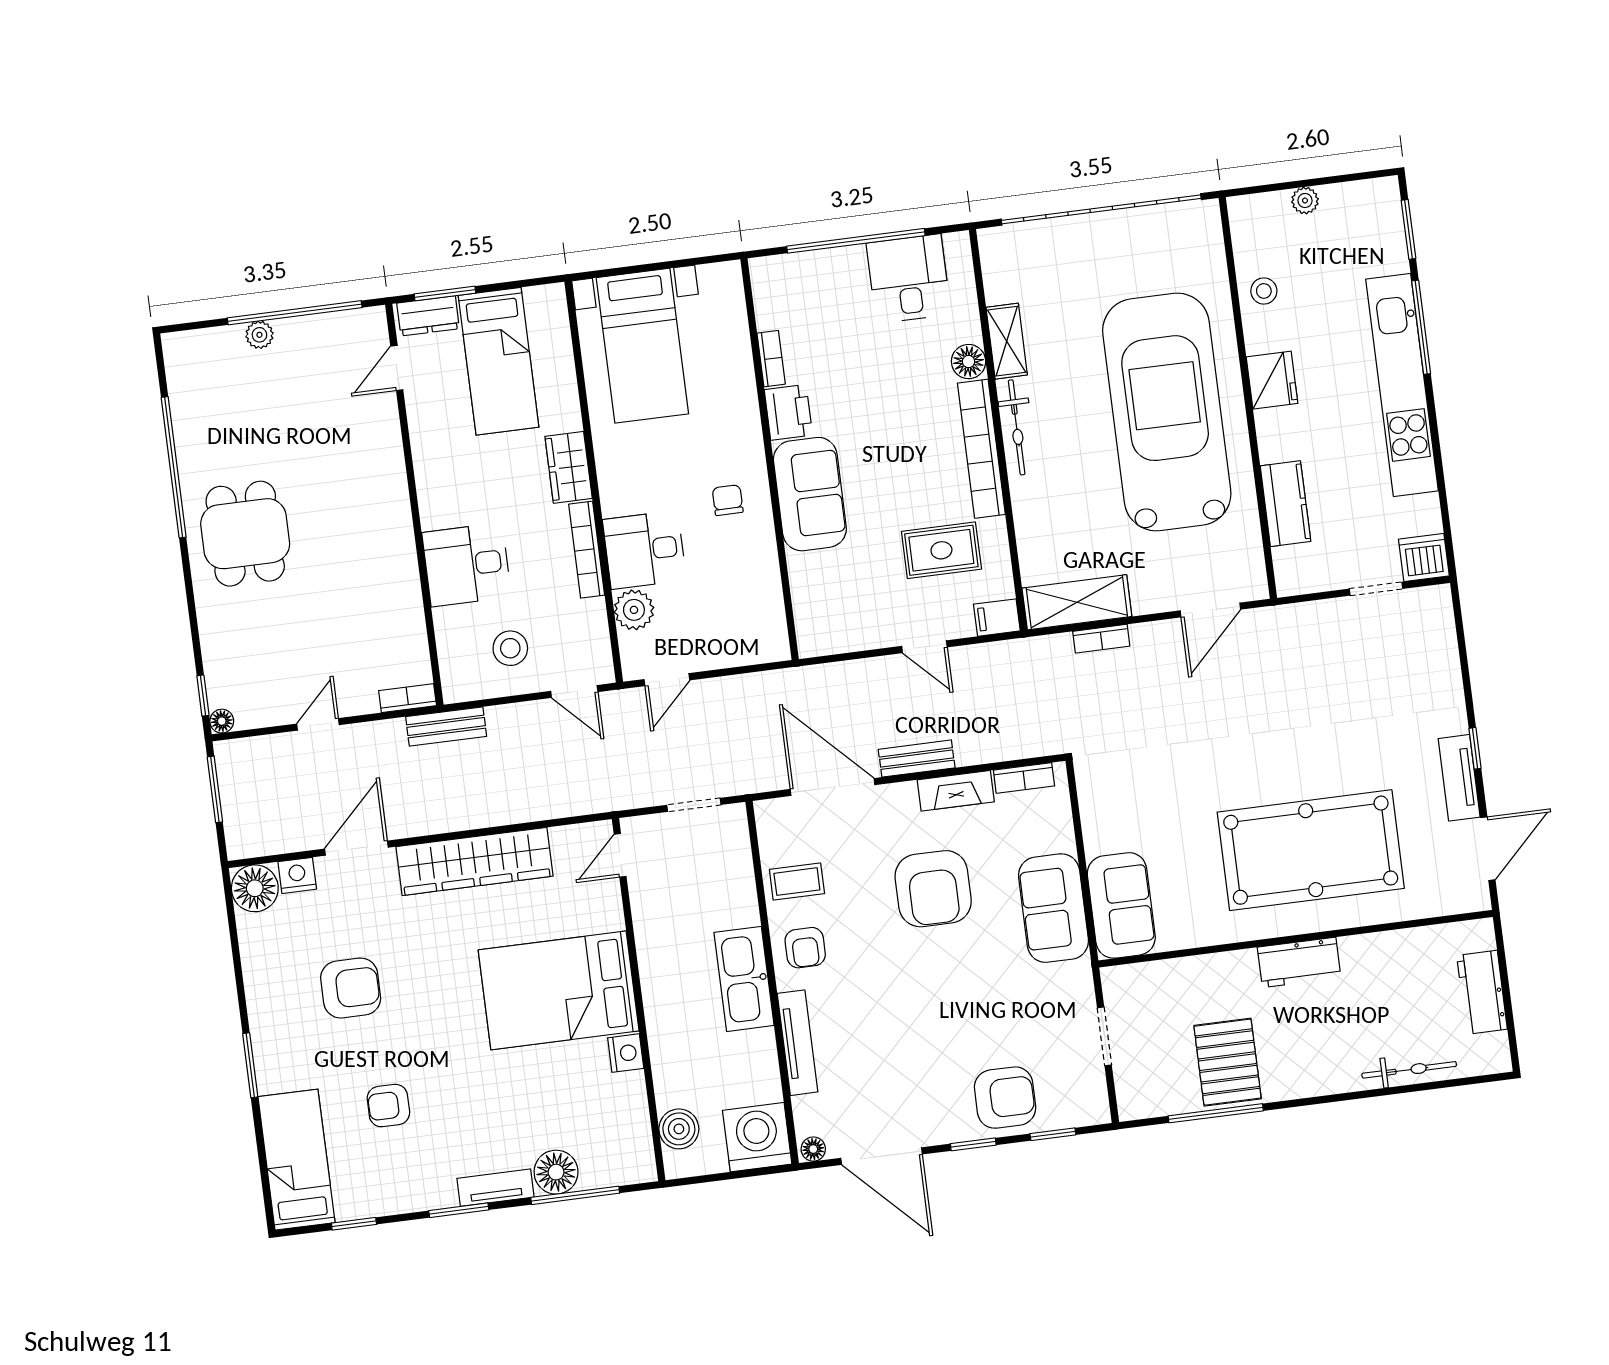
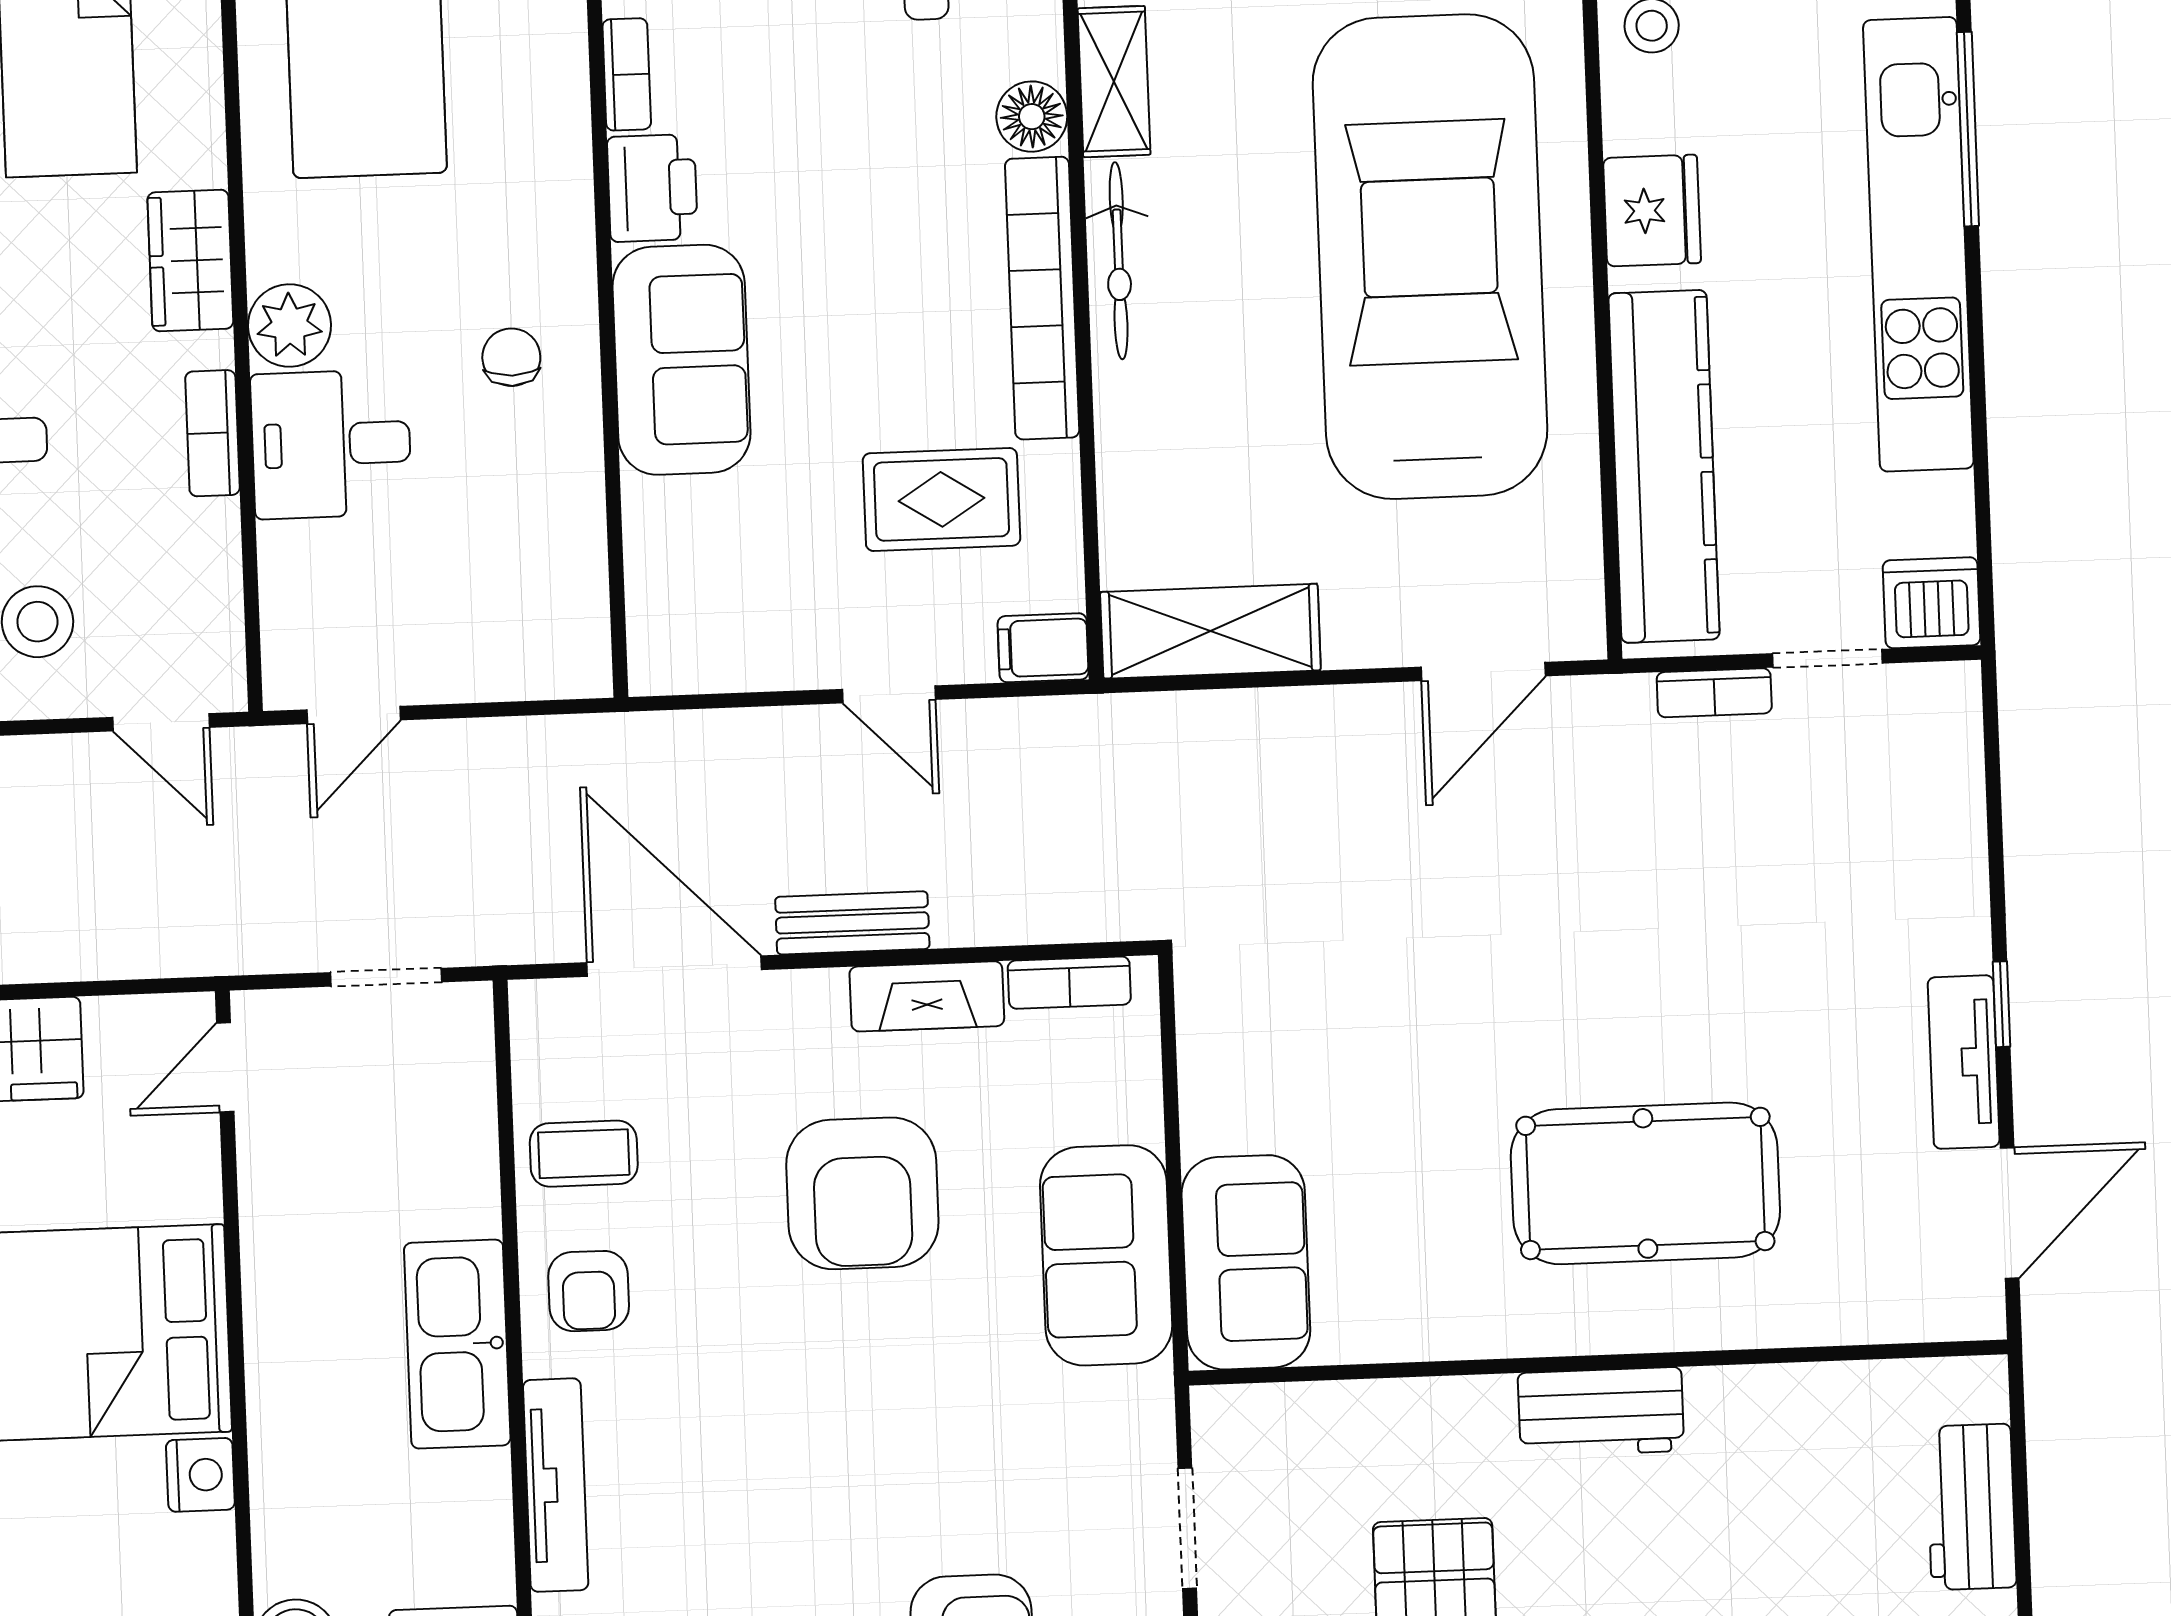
kitchen counter: (1285, 504) -> (1664, 466), width x2.08, depth x1.17
bookcase: (587, 550) -> (212, 433), width x0.64
plant: (634, 610) -> (289, 325), moved
bookcase: (1101, 639) -> (1714, 693), moved
pool table: (1311, 850) -> (1645, 1183), width x0.73, depth x0.76

